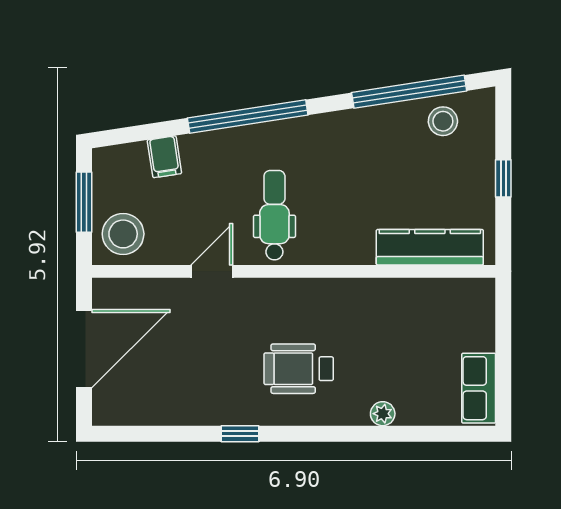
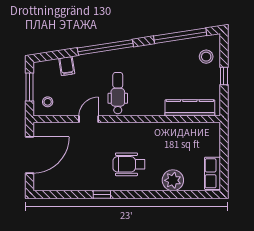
stool: (443, 121) -> (206, 57), moved
stool: (123, 234) -> (48, 102), width x0.53, depth x0.53
plant: (383, 414) -> (173, 180), width x1.88, depth x1.88

